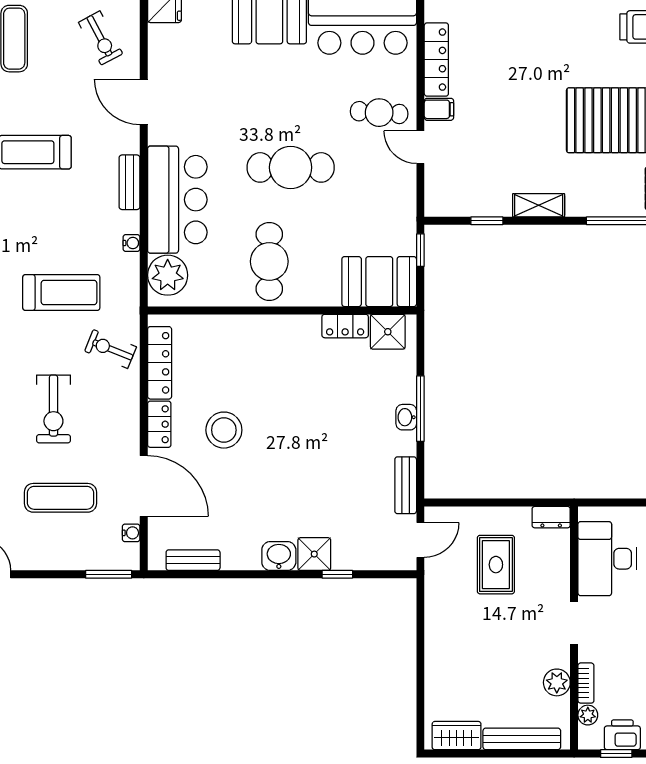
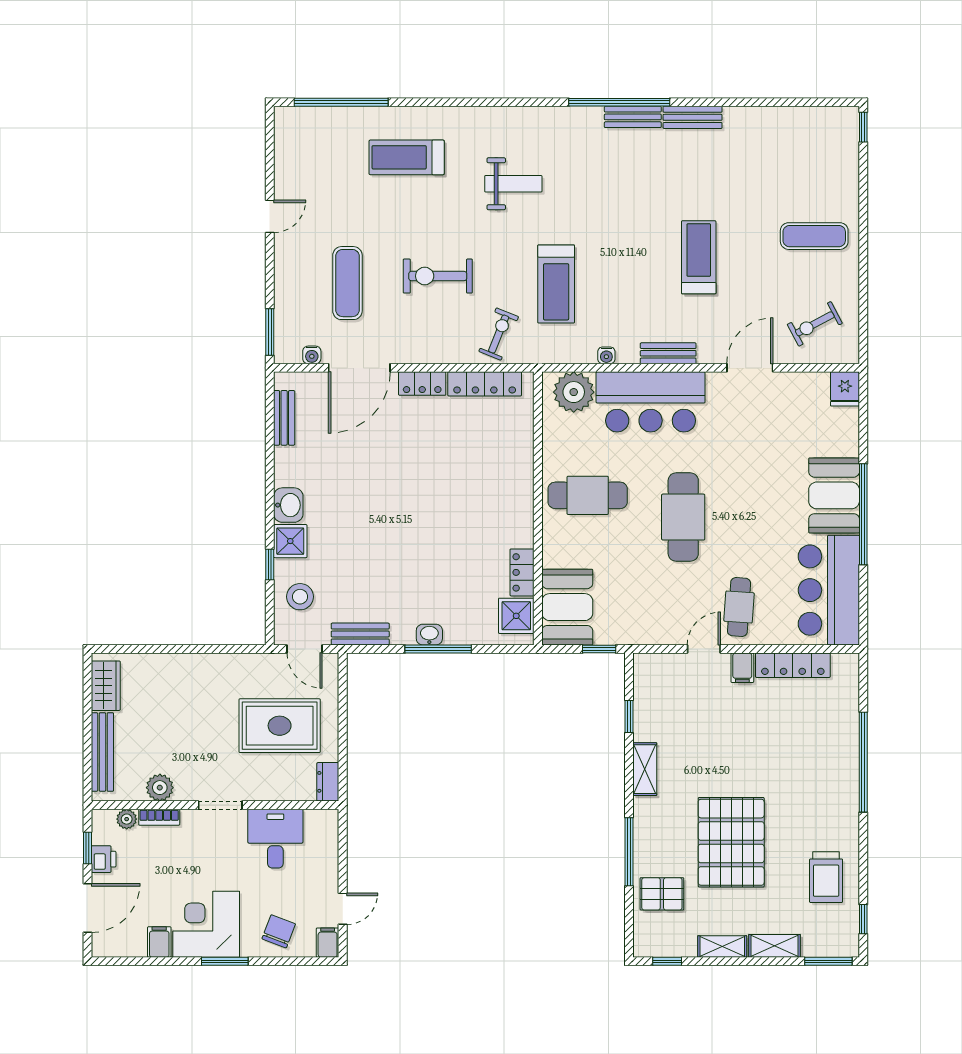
stool: (224, 430) -> (300, 597), moved, width x0.73, depth x0.73
desk: (607, 559) -> (275, 839), width x0.73
rug: (496, 565) -> (280, 726), width x1.36, depth x1.43
printer: (622, 735) -> (104, 859), width x0.73, depth x0.81

